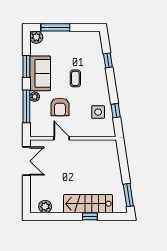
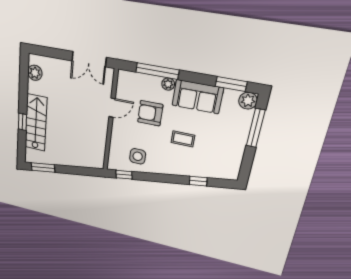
window: (26, 66) -> (231, 84), moved
window: (116, 111) -> (124, 175), moved

